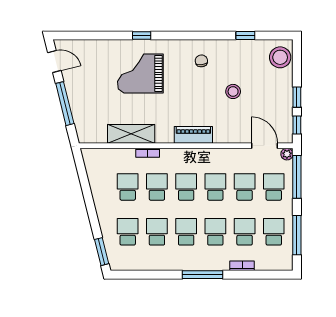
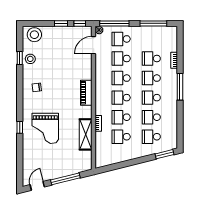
stool: (233, 91) -> (30, 59), moved
school desk: (274, 232) -> (151, 39), removed

